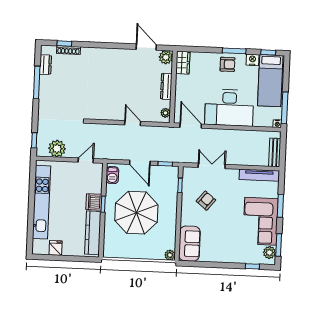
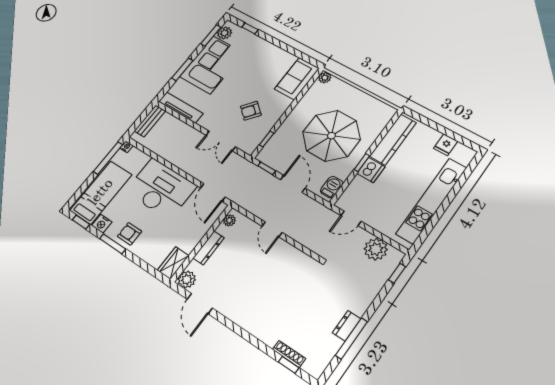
dresser: (45, 65) -> (347, 326), moved

